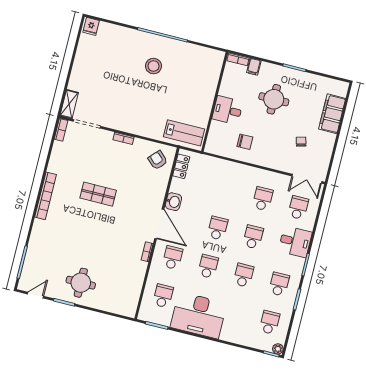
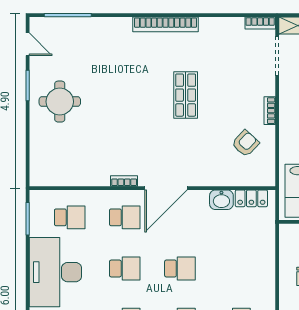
armchair: (158, 160) -> (245, 143), moved
washbasin: (173, 202) -> (221, 200), moved

